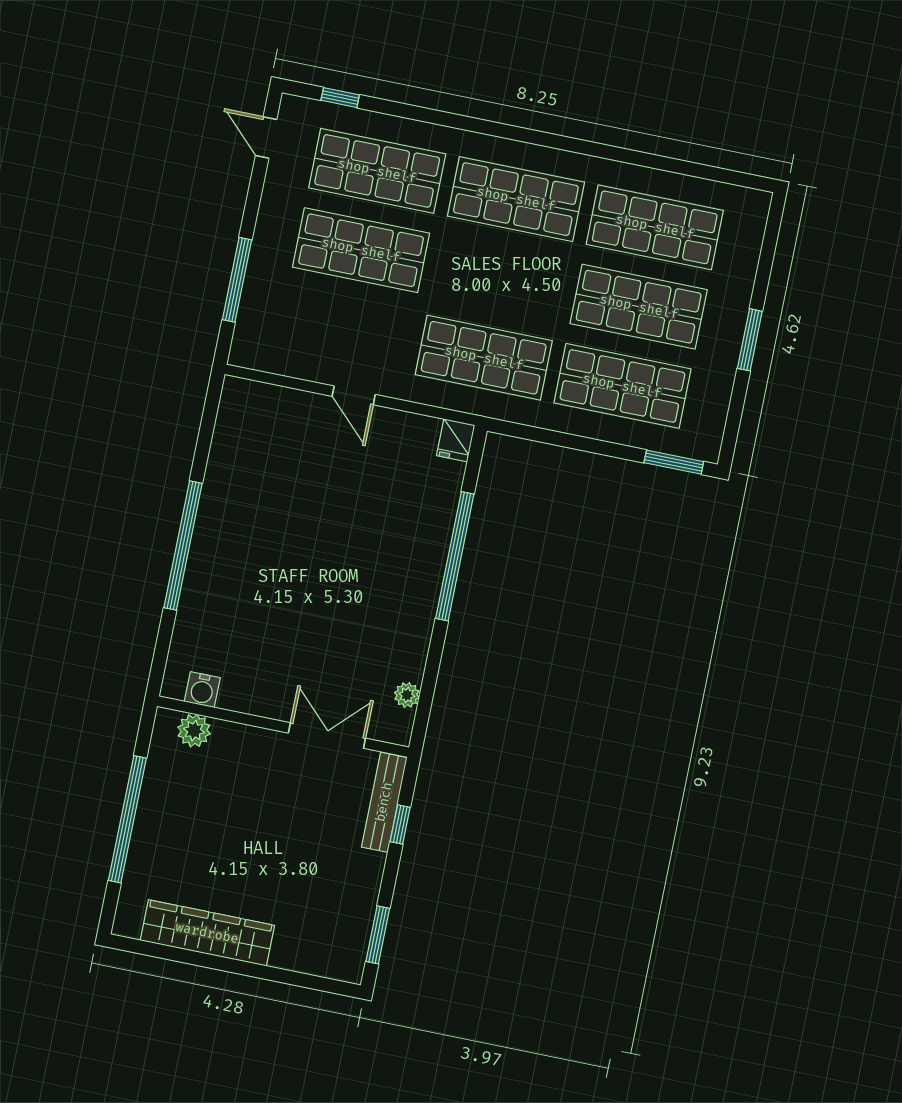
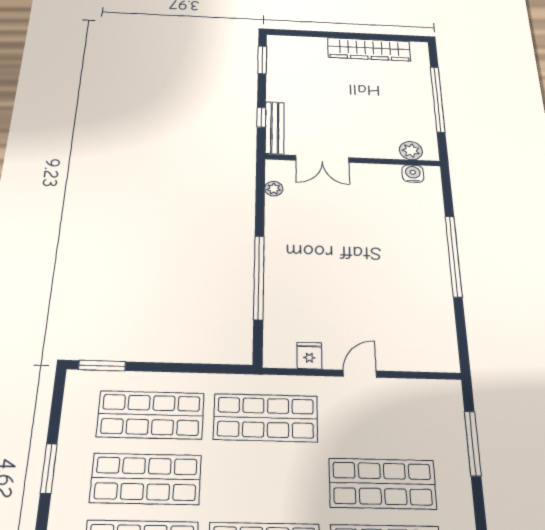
door: (354, 395) -> (360, 374), hinge flipped
fridge: (456, 440) -> (309, 356), moved

